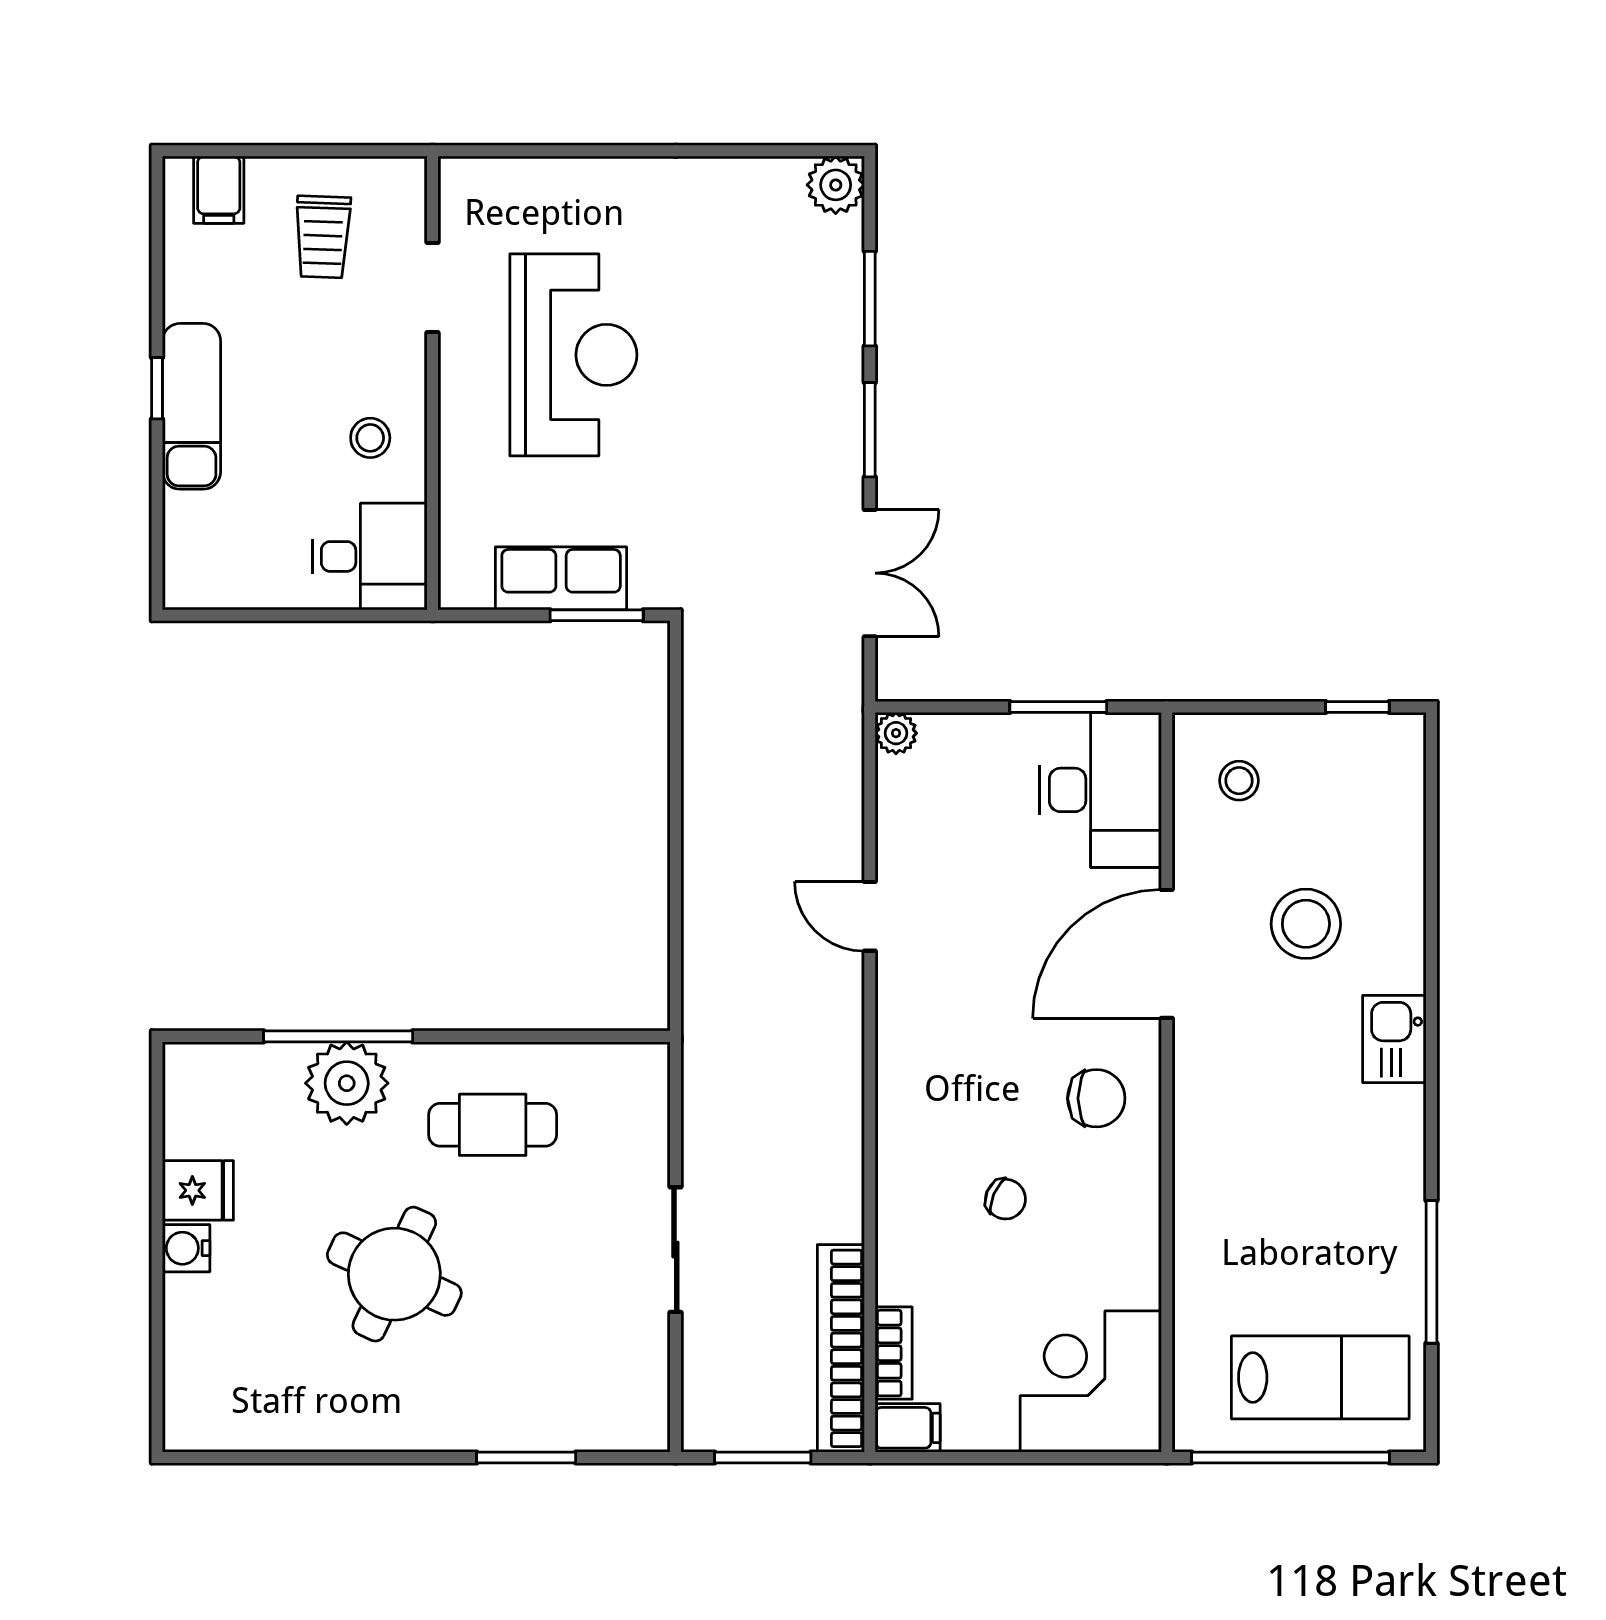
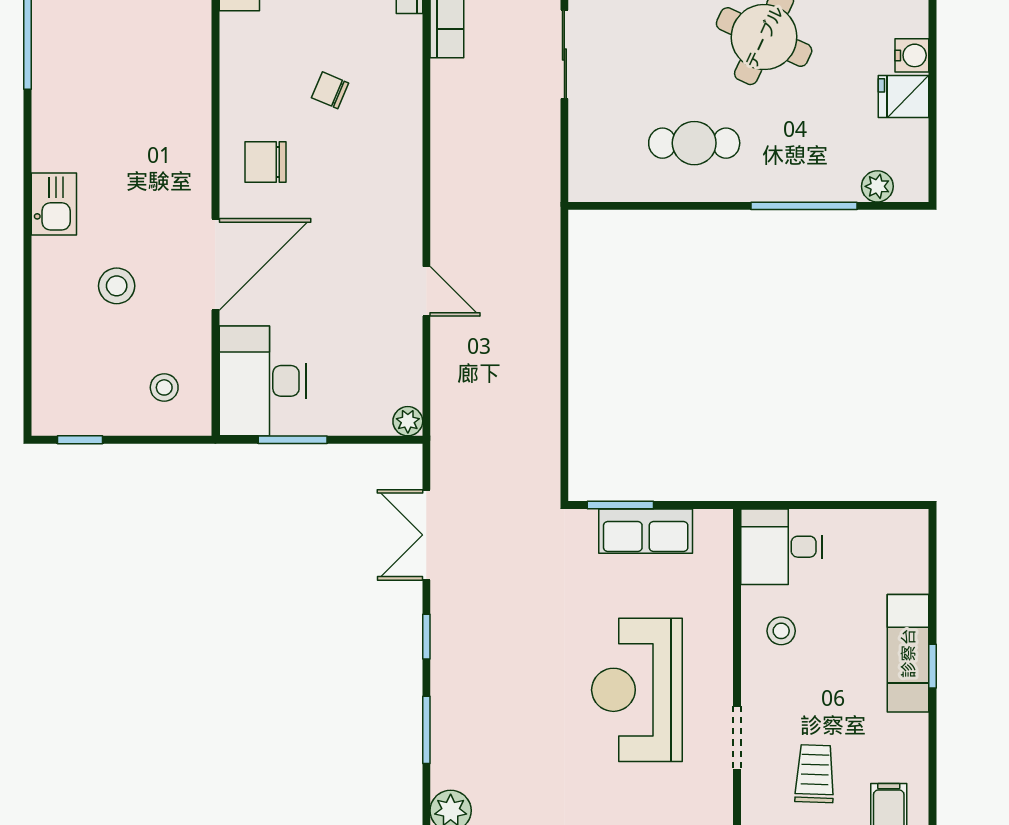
window: (870, 430) -> (426, 637), width x0.67
stool: (1306, 924) -> (117, 286), width x0.73, depth x0.73
plant: (347, 1083) -> (877, 186), moved, width x0.53, depth x0.53

